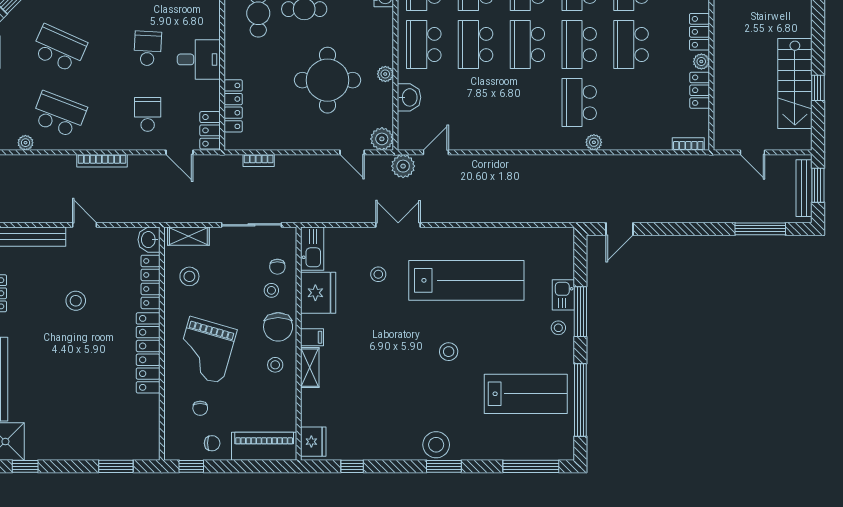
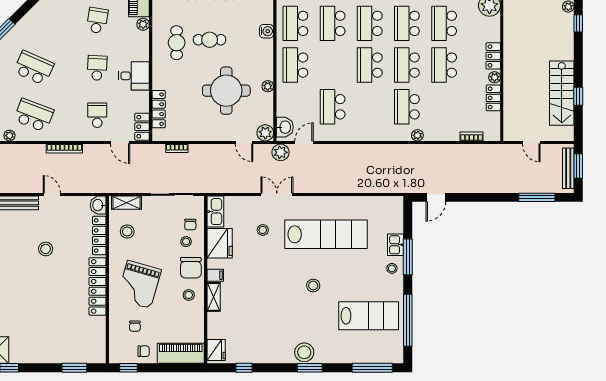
school desk: (476, 44) -> (333, 107), moved
washbasin: (409, 97) -> (285, 127), moved
bookcase: (688, 144) -> (472, 136), moved

